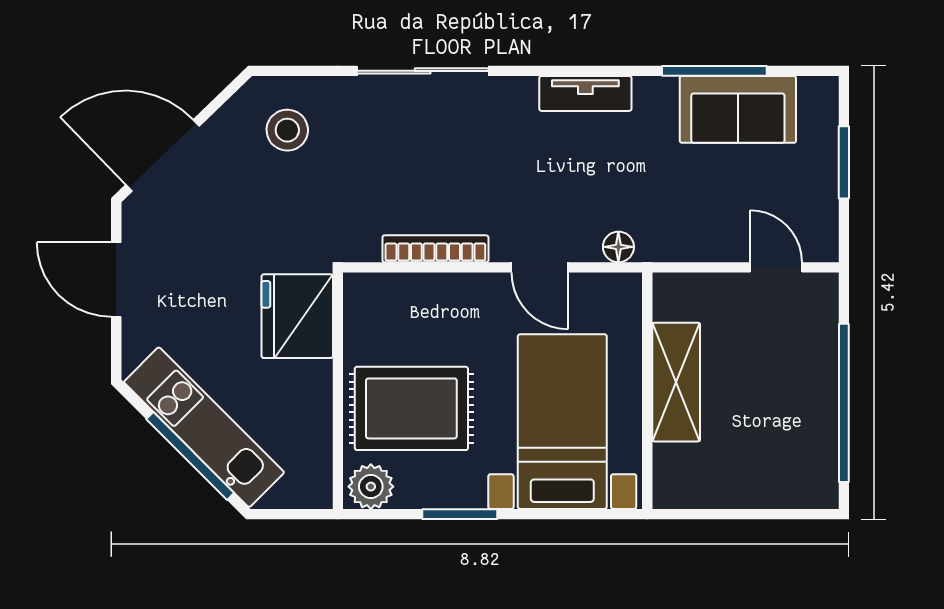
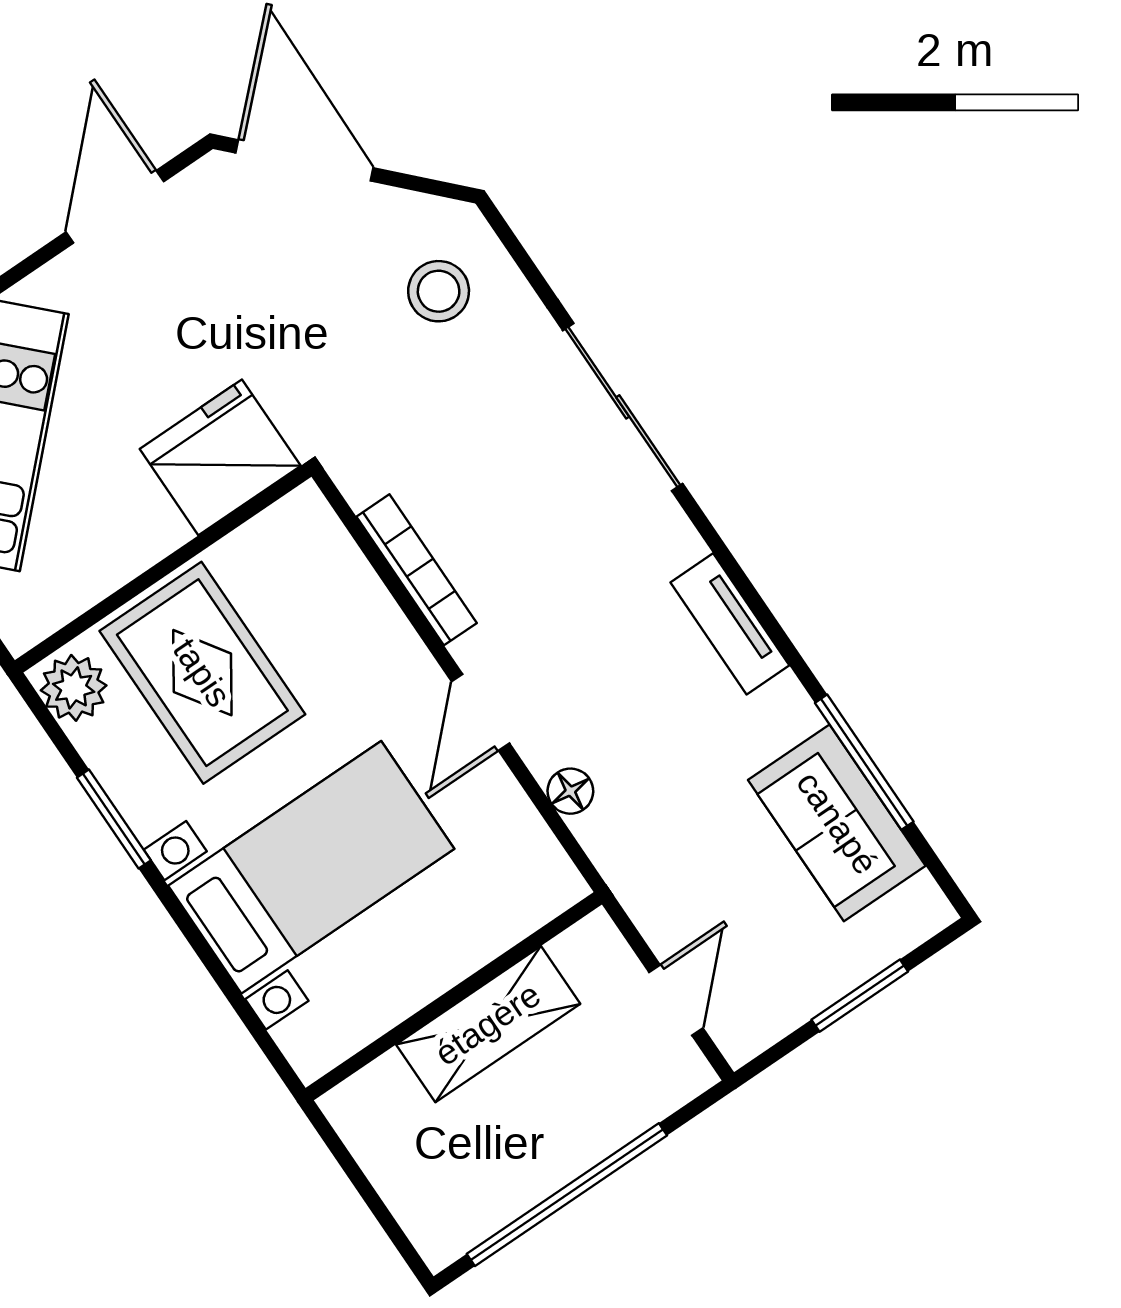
shelving: (676, 382) -> (488, 1024), moved
wall: (647, 391) -> (454, 996), moved

